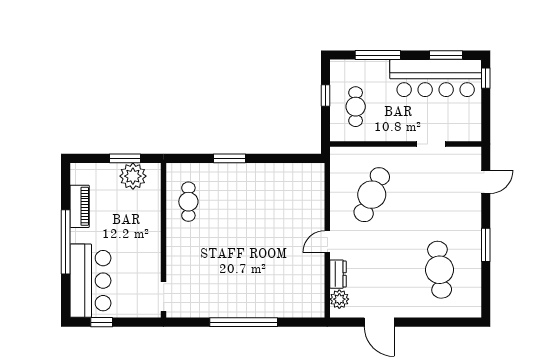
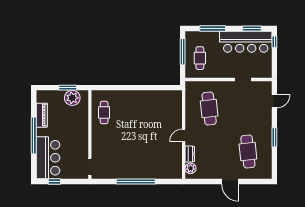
window: (326, 96) -> (183, 52), width x2.17
window: (230, 158) -> (128, 88), removed
cafe table: (372, 195) -> (209, 108), turned -30
door: (379, 322) -> (230, 182), moved

